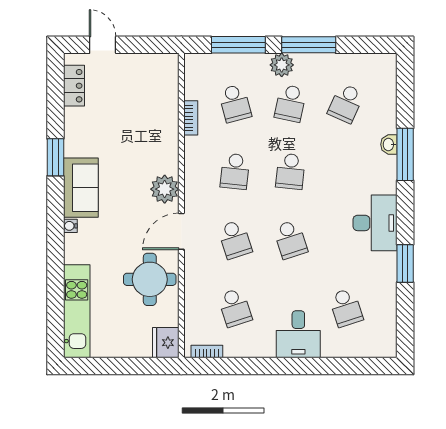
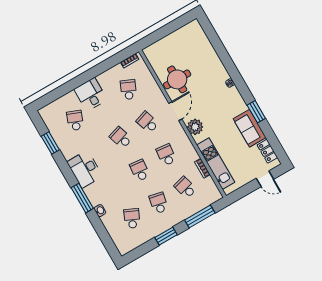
window: (309, 45) -> (166, 236), width x0.69
plant: (282, 65) -> (173, 219), removed
window: (405, 154) -> (82, 198), moved
sofa: (81, 188) -> (250, 128), moved
window: (405, 263) -> (50, 143), moved
school desk: (235, 308) -> (128, 90), turned 42
school desk: (346, 308) -> (75, 120), turned 39
kitchen unit: (77, 311) -> (216, 164), moved, turned 180
fridge: (166, 343) -> (152, 54), removed

